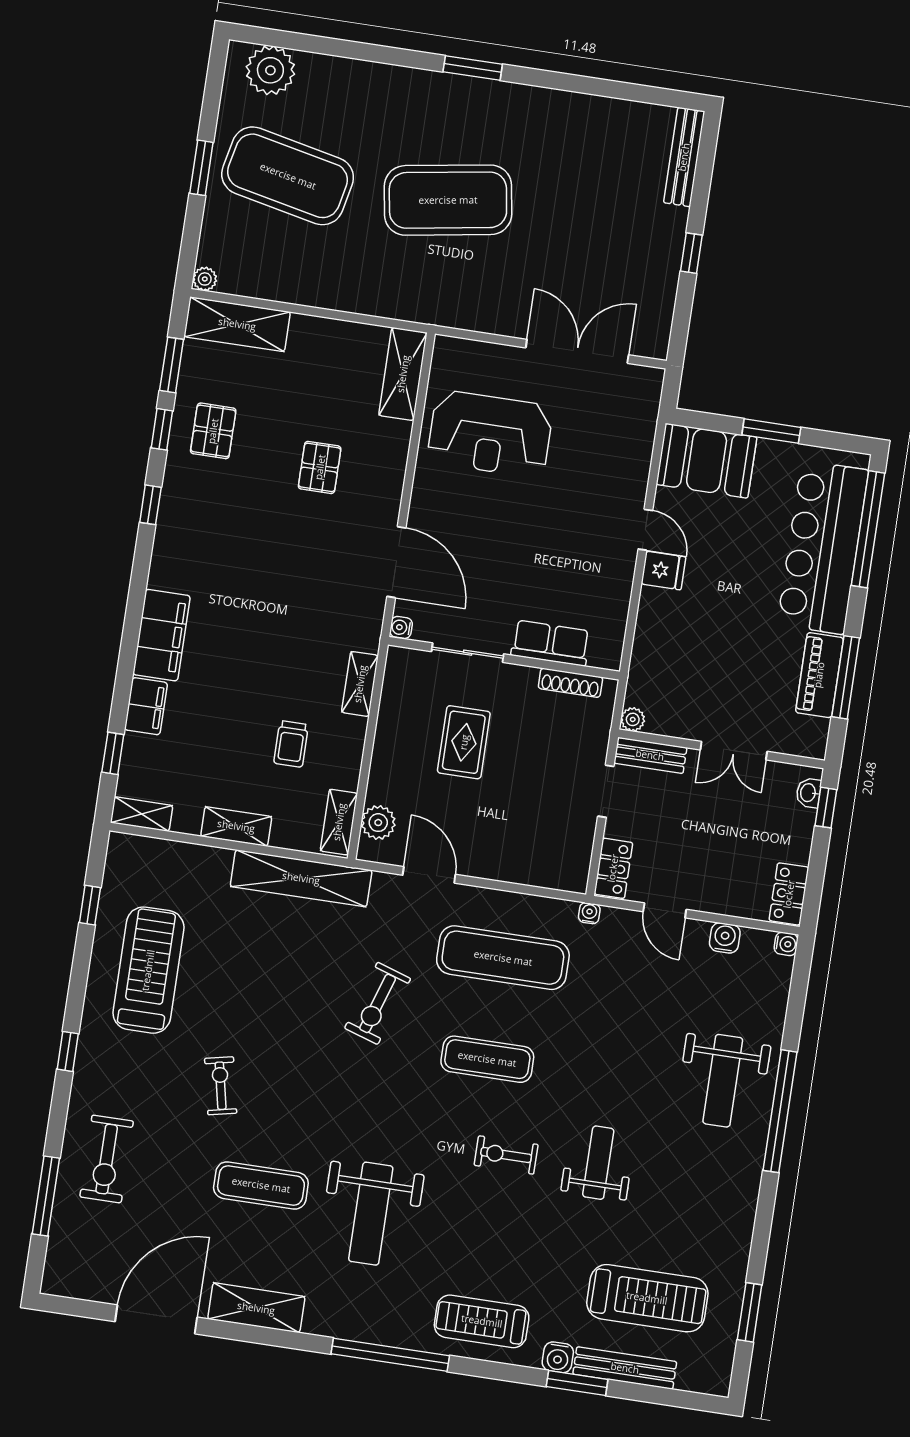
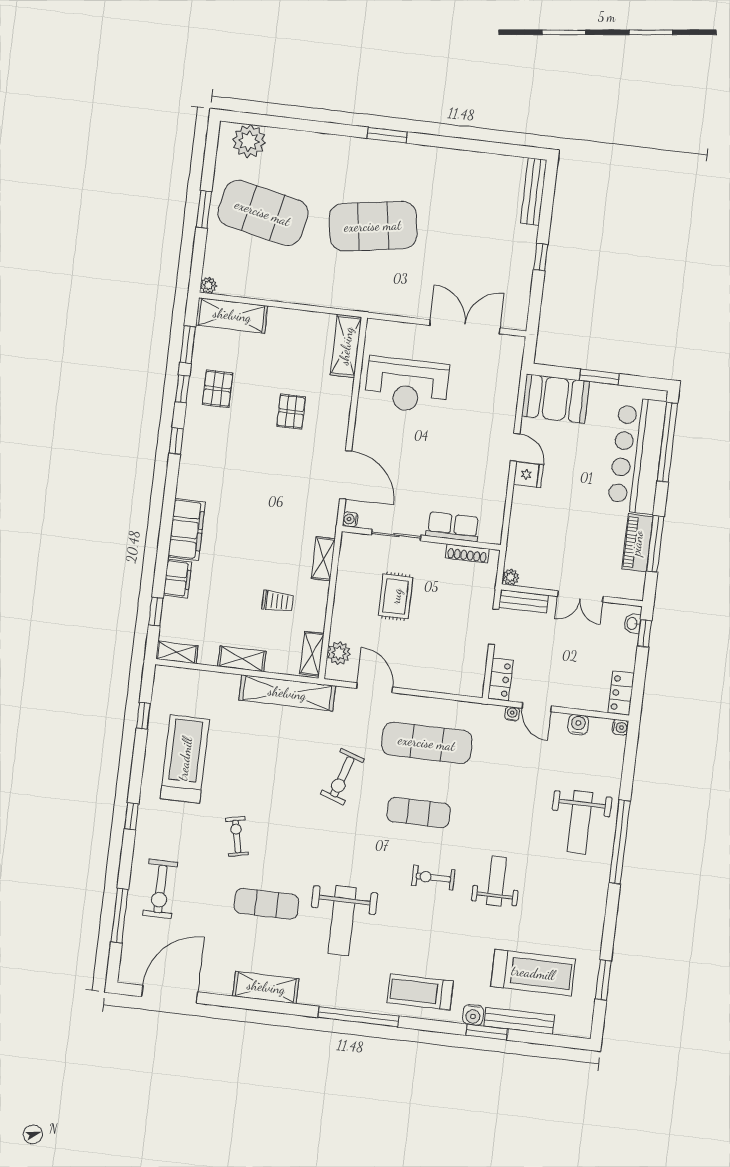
trolley: (291, 744) -> (278, 601), turned -90
water cooler: (589, 913) -> (512, 714), moved
door: (156, 1319) -> (170, 994), moved

